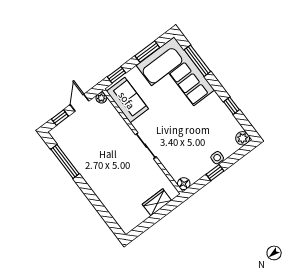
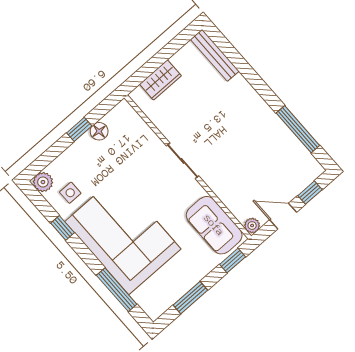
corner sofa: (175, 78) -> (123, 235), moved
door: (80, 103) -> (283, 216), swing flipped
side table: (217, 158) -> (70, 193), moved
floor lamp: (184, 184) -> (99, 131), moved
bench: (118, 216) -> (215, 55), added

